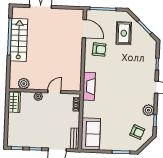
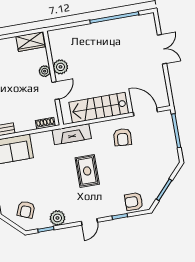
door: (84, 29) -> (145, 112), swing flipped
rug: (124, 33) -> (87, 171), moved, turned 90
stairs: (19, 40) -> (99, 108), moved, turned 180
armchair: (148, 51) -> (134, 202), added
plant: (24, 84) -> (60, 67), moved
door: (54, 92) -> (55, 91), hinge flipped

